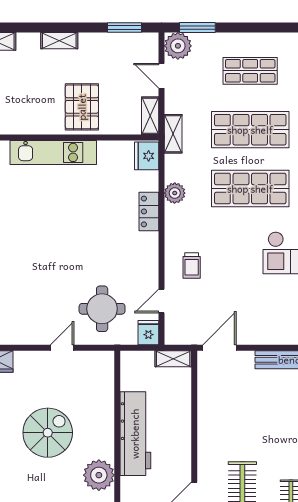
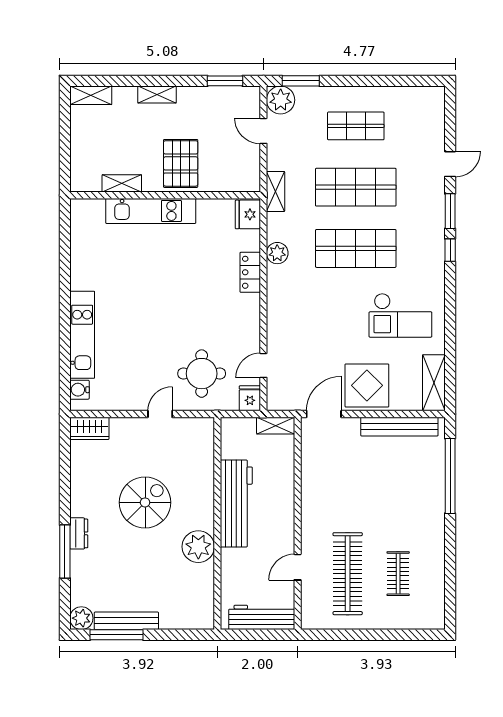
shelving: (150, 116) -> (122, 183), moved, turned 90
trolley: (192, 265) -> (295, 328), removed
display table: (261, 320) -> (367, 385), added

